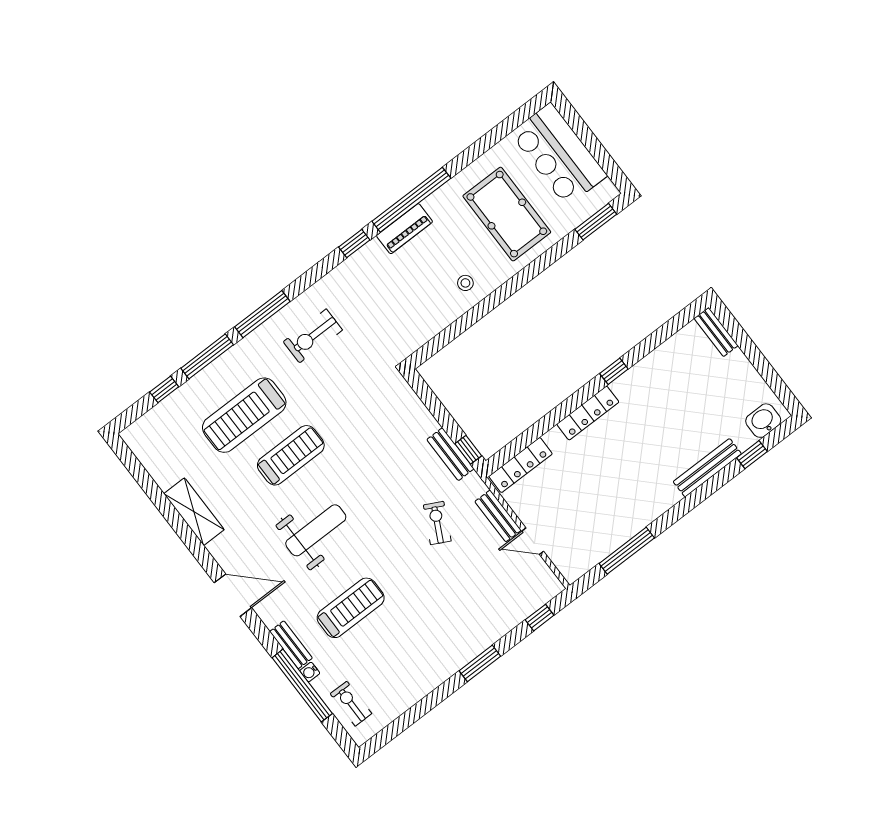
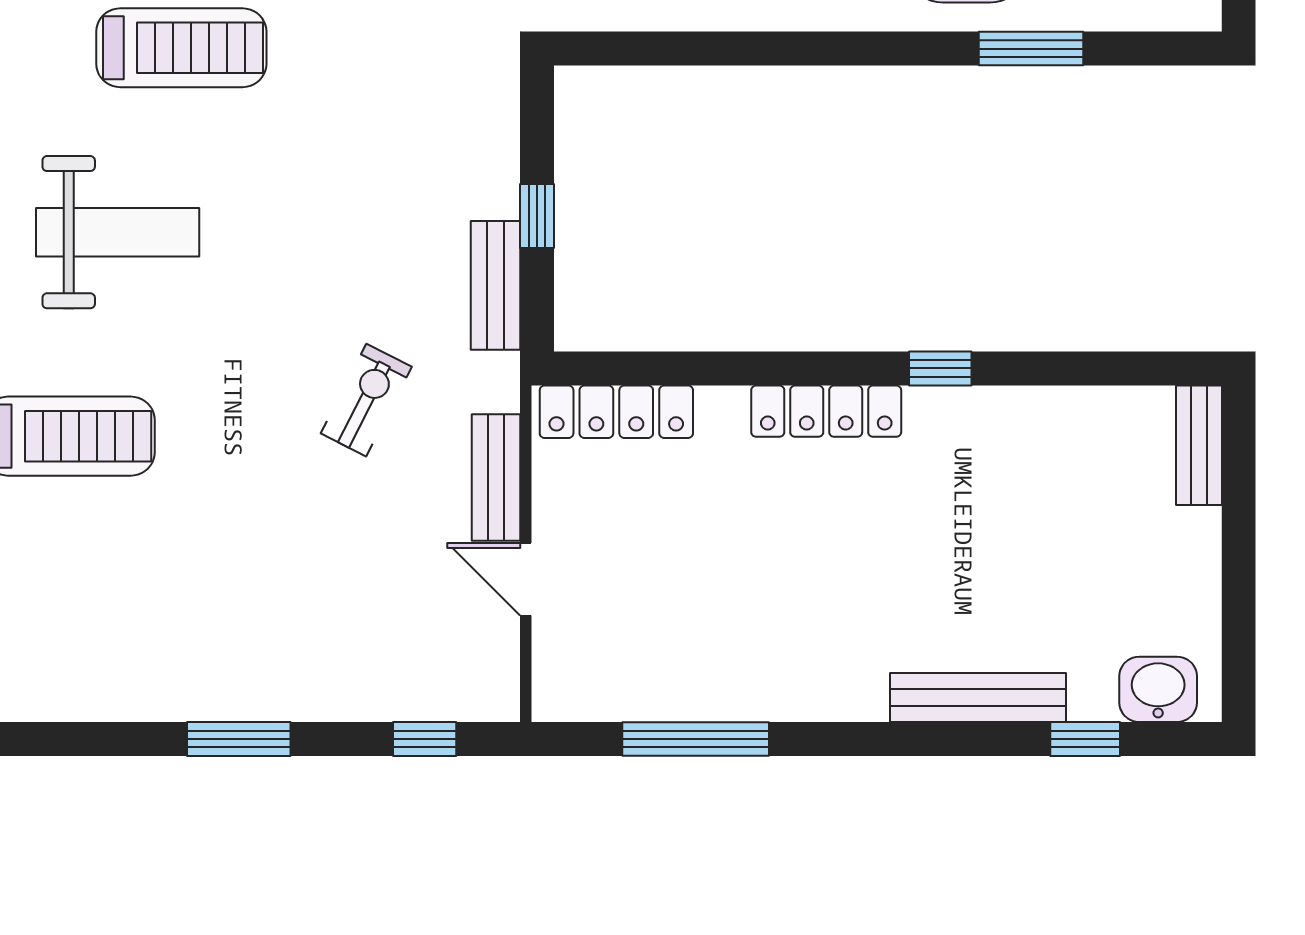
window: (596, 222) -> (1031, 49), moved
window: (468, 450) -> (537, 216), moved

